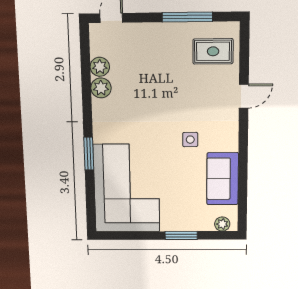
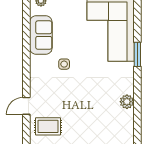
plant: (100, 67) -> (127, 117), removed
door: (244, 96) -> (26, 106), moved

